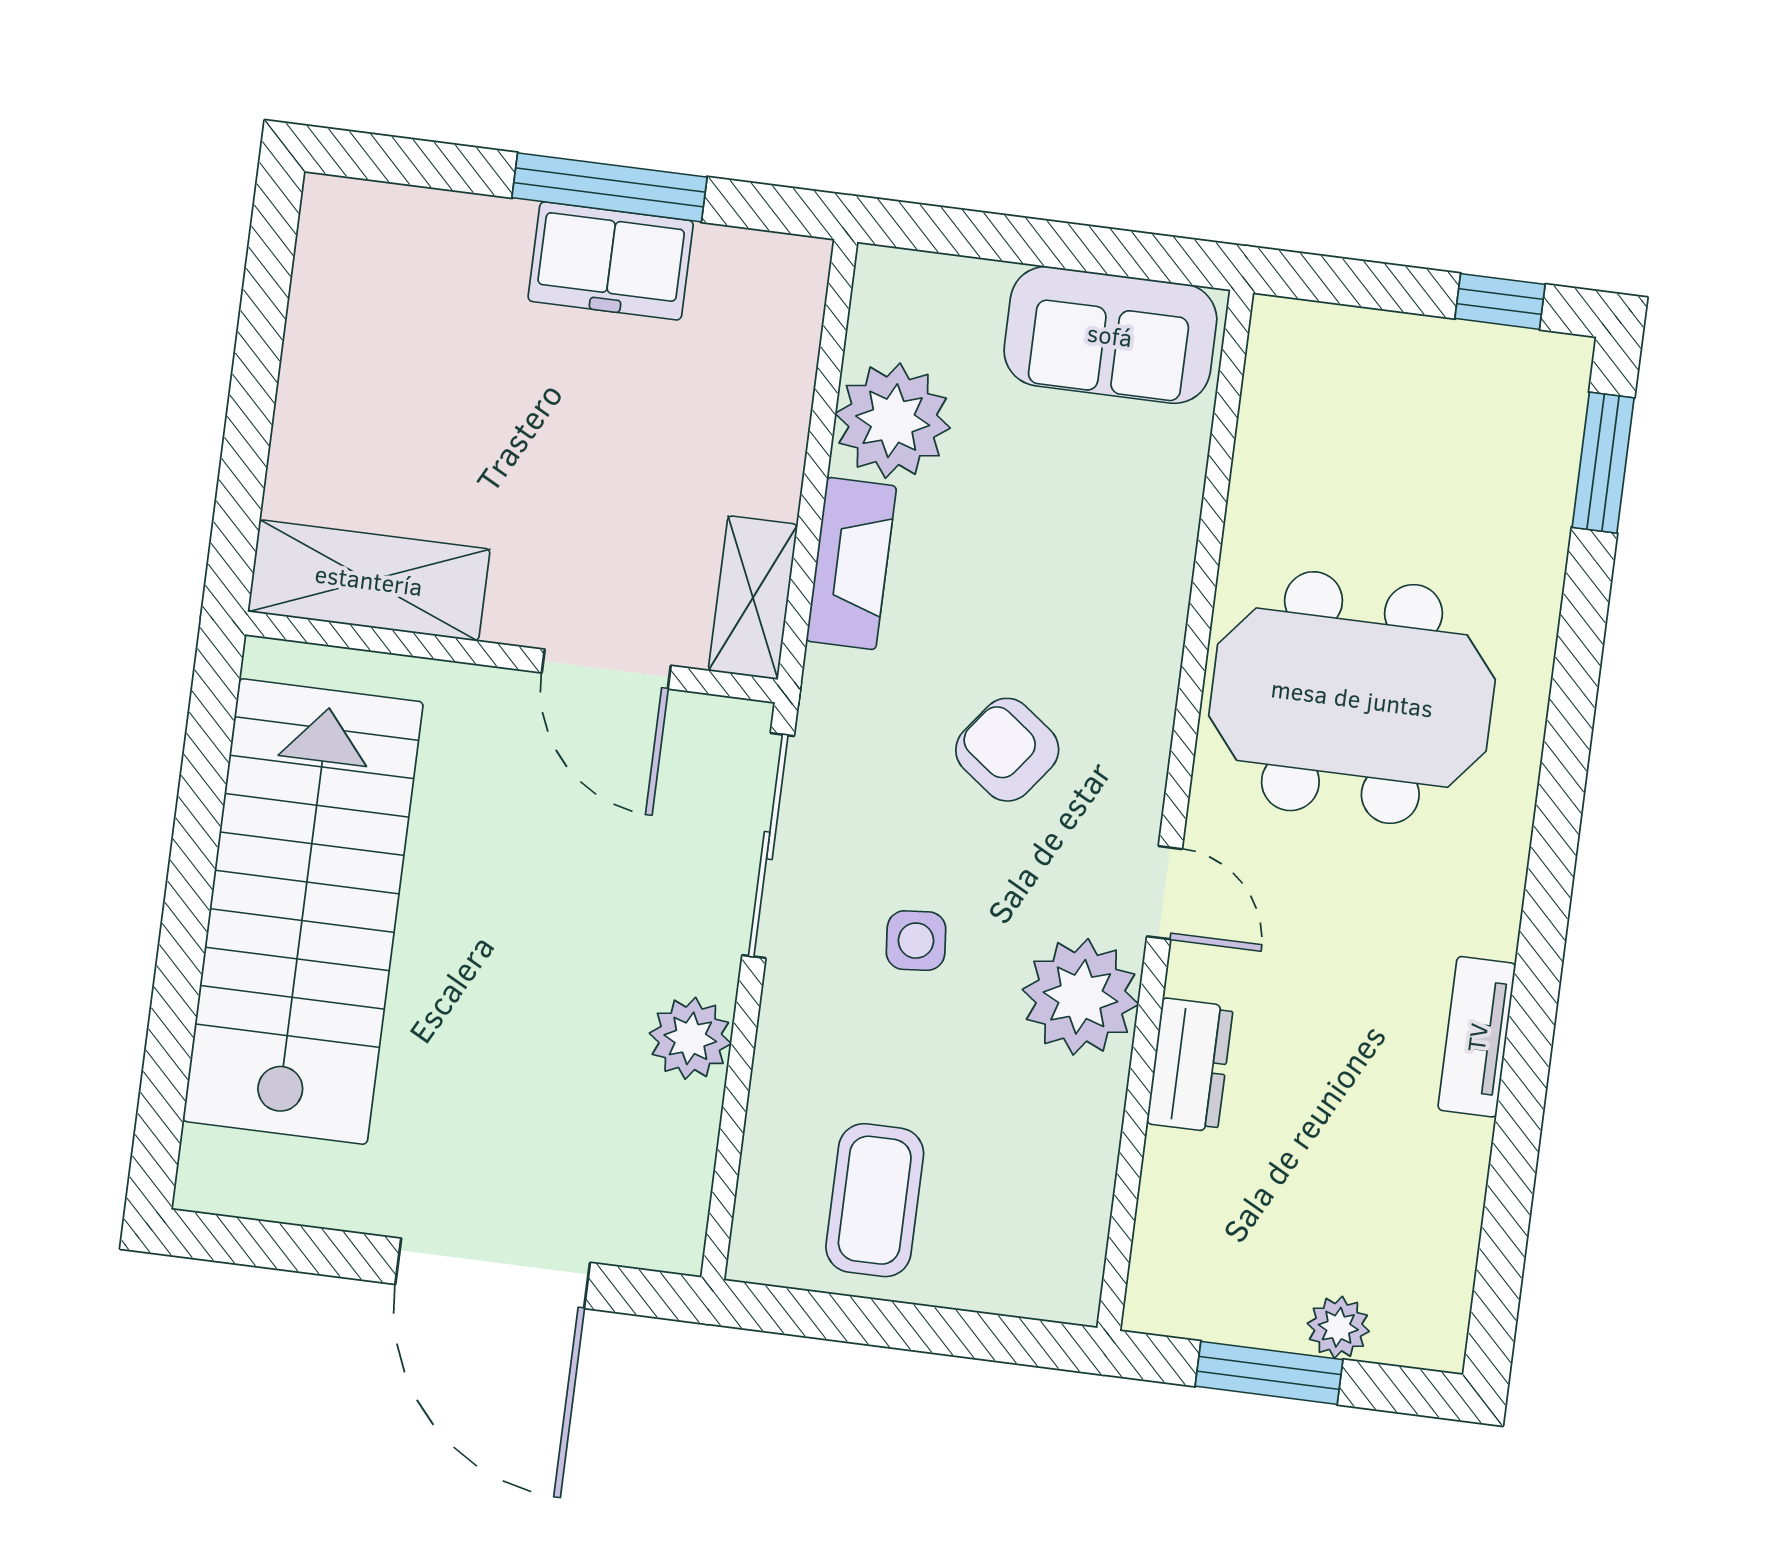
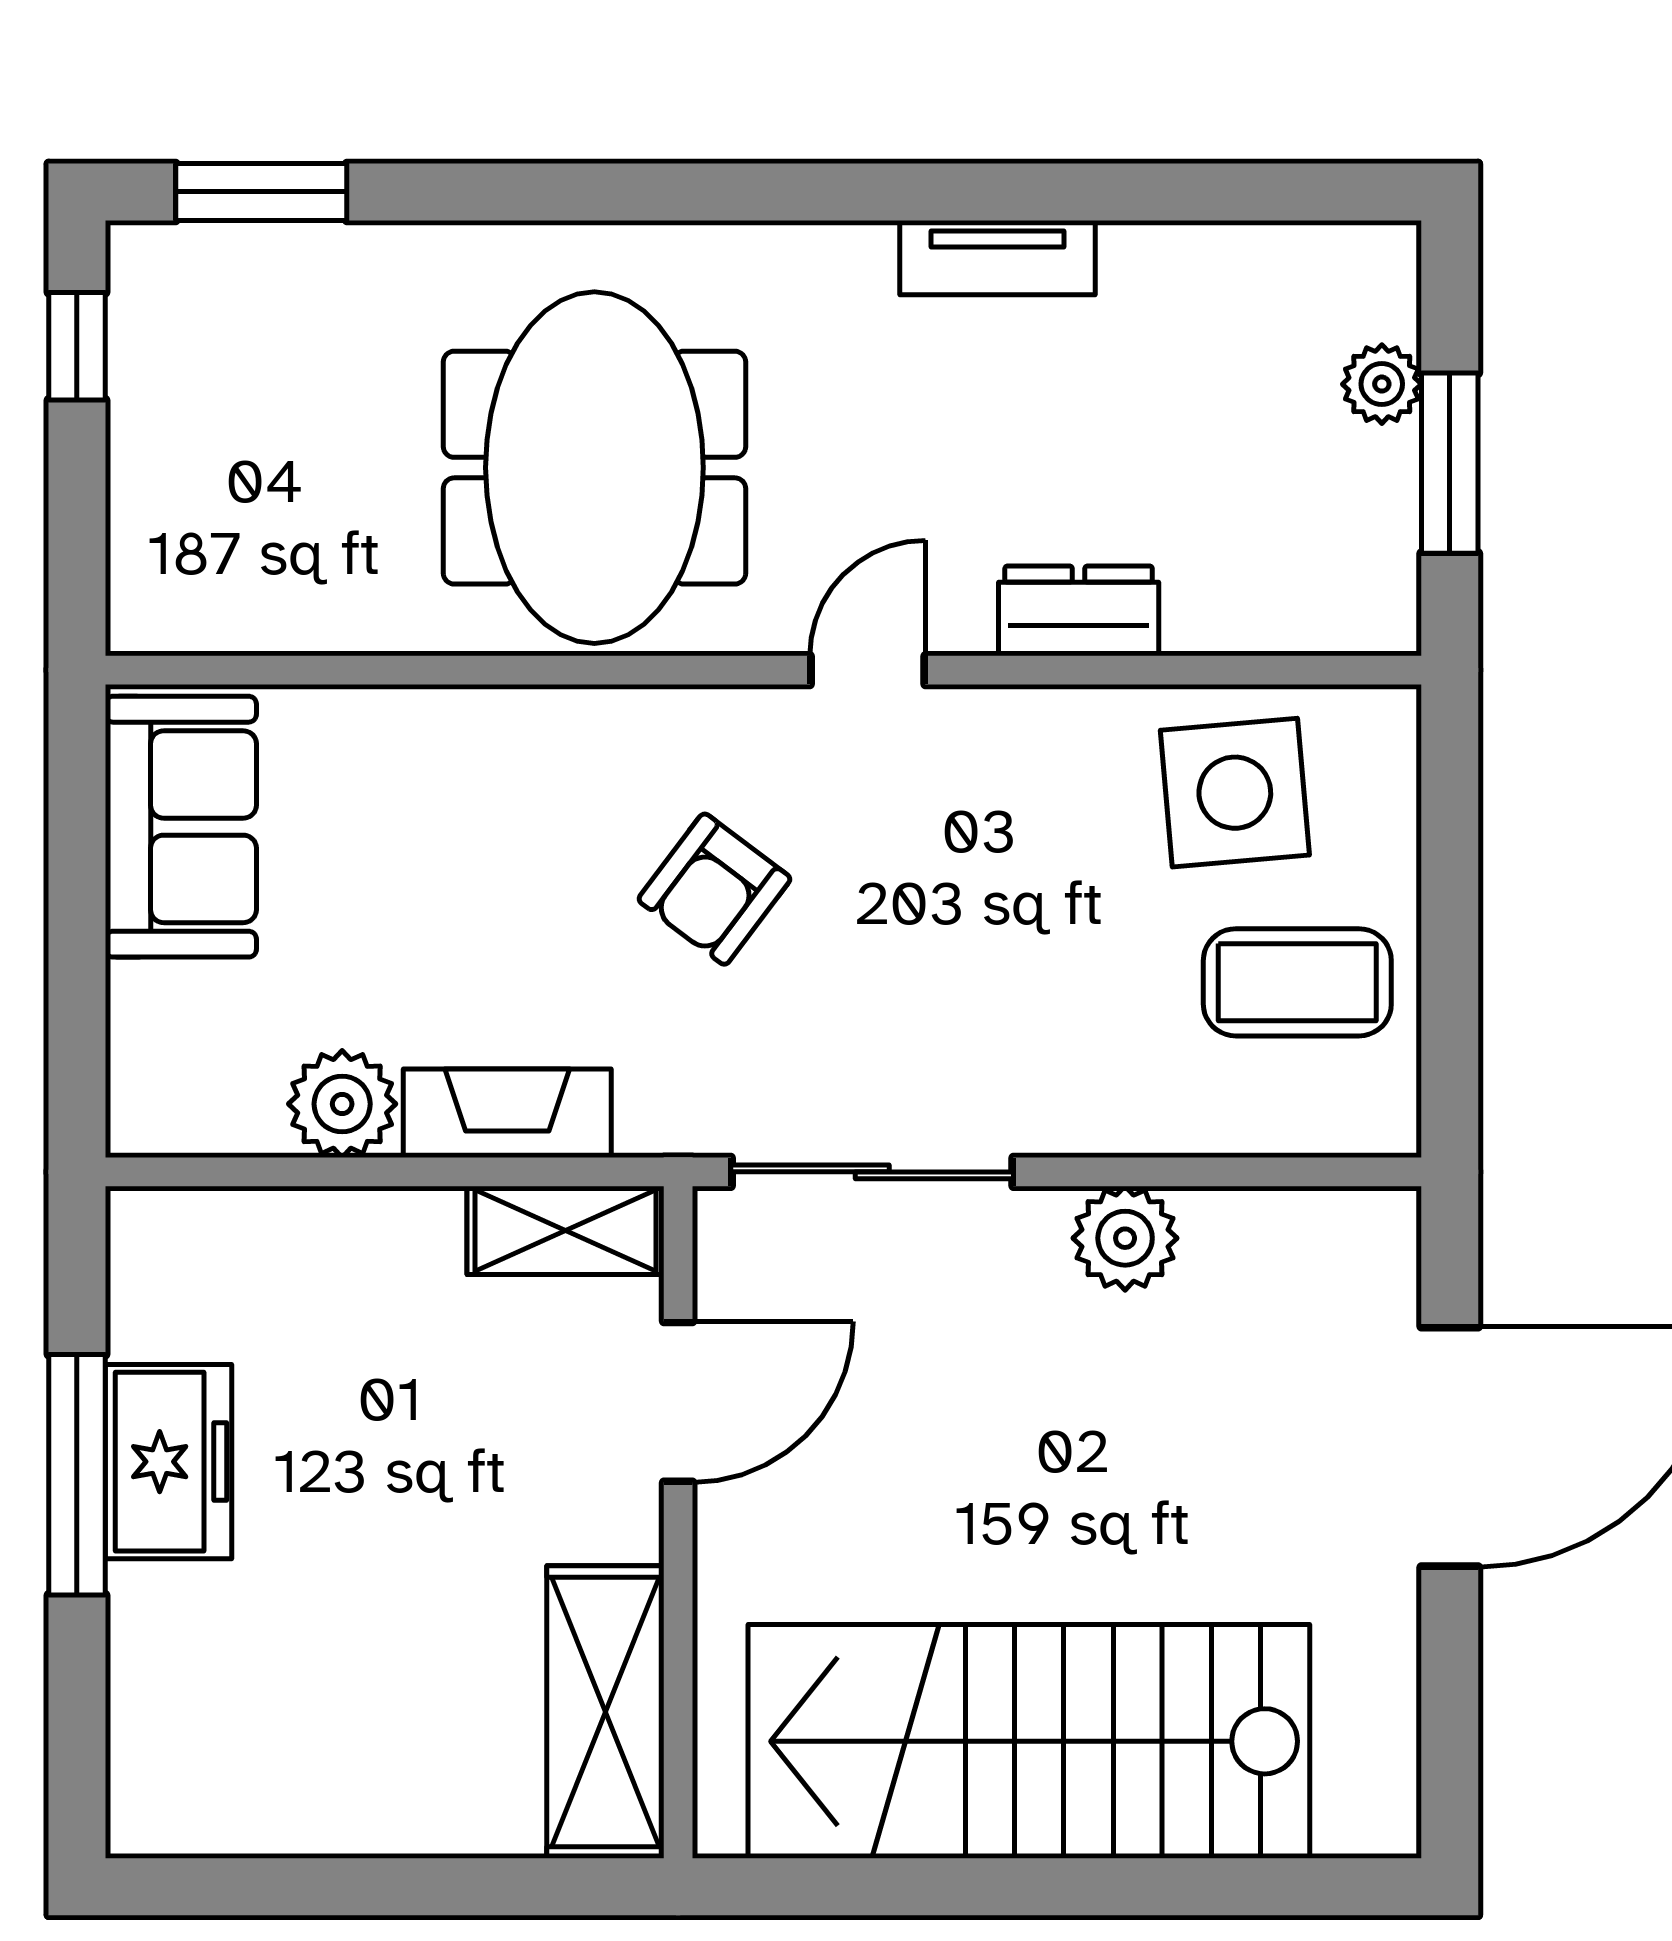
plant: (893, 421) -> (342, 1104), width x0.73, depth x0.73
side table: (916, 941) -> (1235, 793), moved, width x1.87, depth x1.87
plant: (1081, 997) -> (1011, 758), removed

